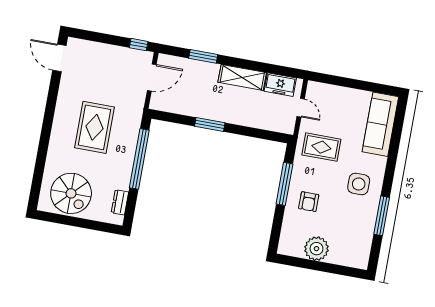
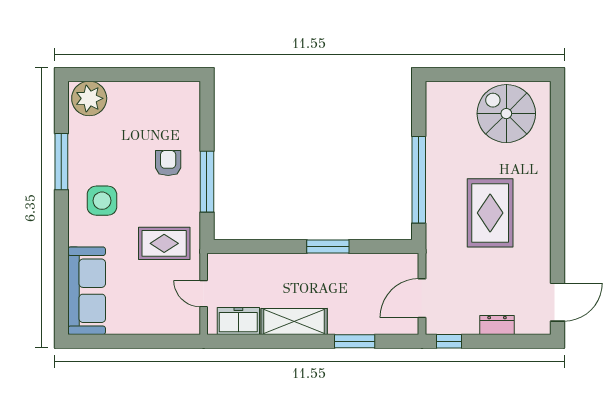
door: (59, 58) -> (558, 302), hinge flipped
dresser: (120, 202) -> (497, 325), moved, turned -90
plant: (316, 249) -> (89, 98), moved

